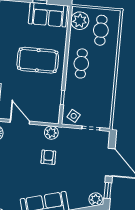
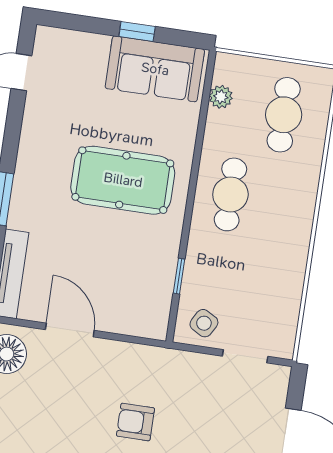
plant: (80, 21) -> (221, 97), width x0.53, depth x0.53
plant: (51, 133) -> (146, 361), removed
armchair: (48, 157) -> (135, 422), turned -90

